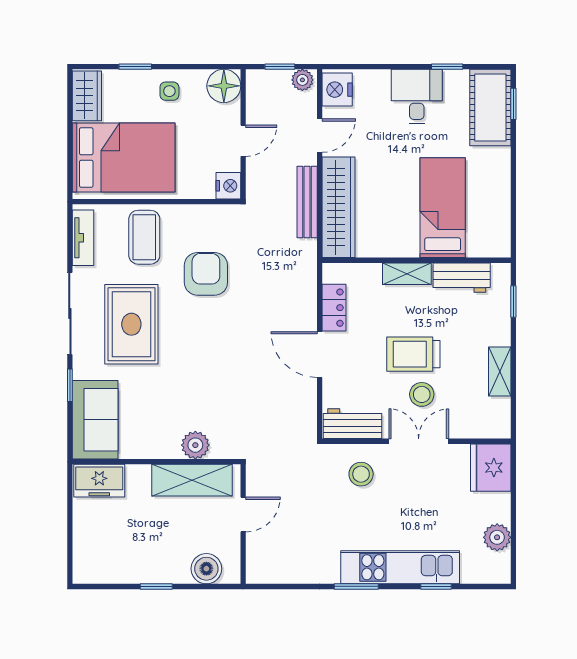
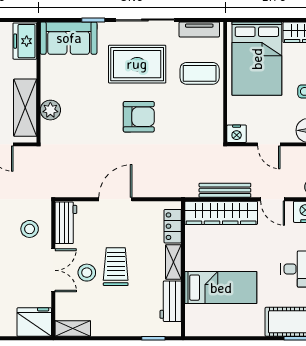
armchair: (206, 274) -> (139, 117), moved
locker: (334, 308) -> (173, 226), moved, turned 90
shelving: (500, 372) -> (73, 329), moved

